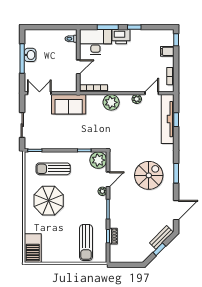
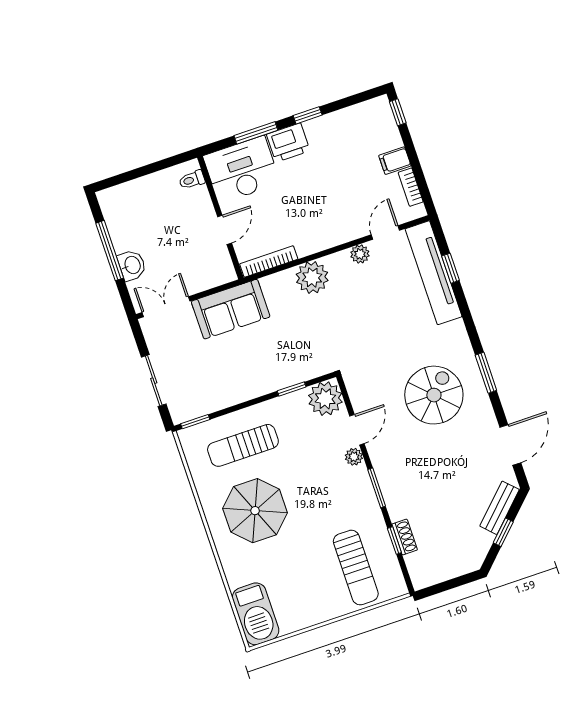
filing cabinet: (167, 51) -> (395, 161), moved
washbasin: (30, 55) -> (132, 265), moved

